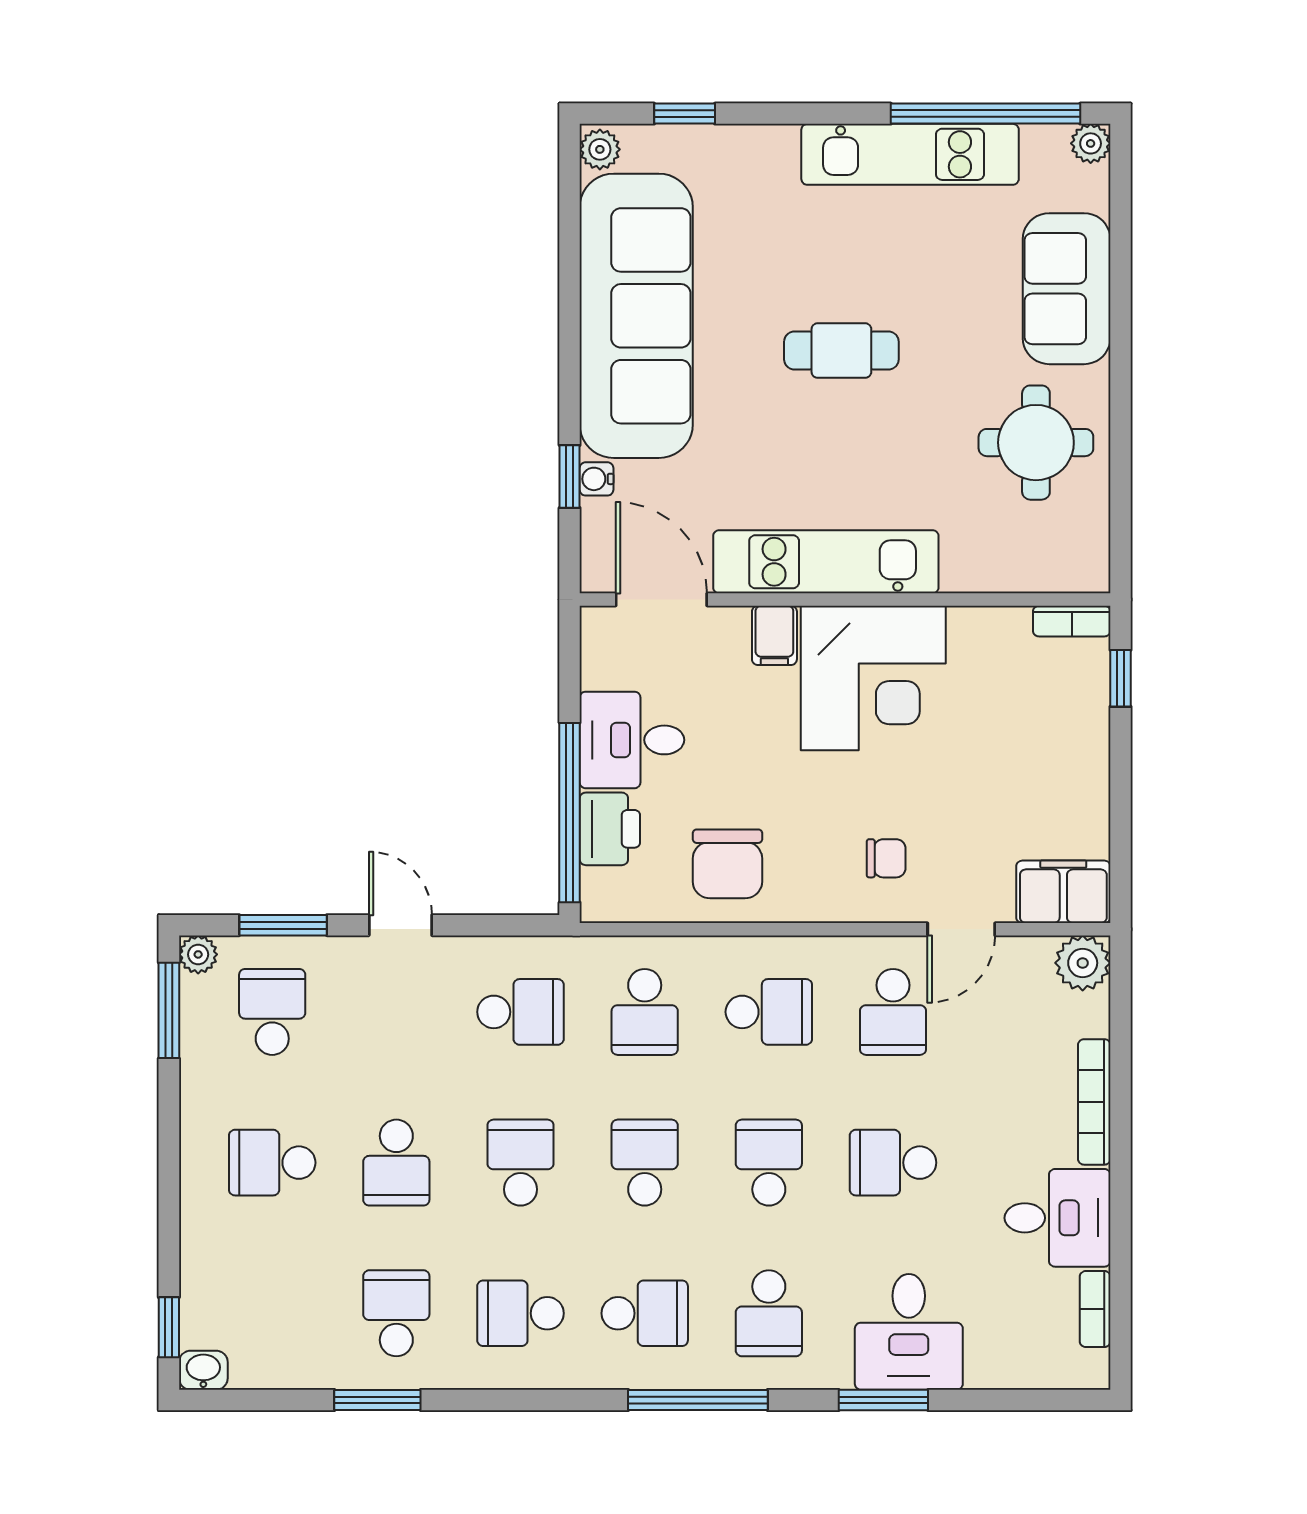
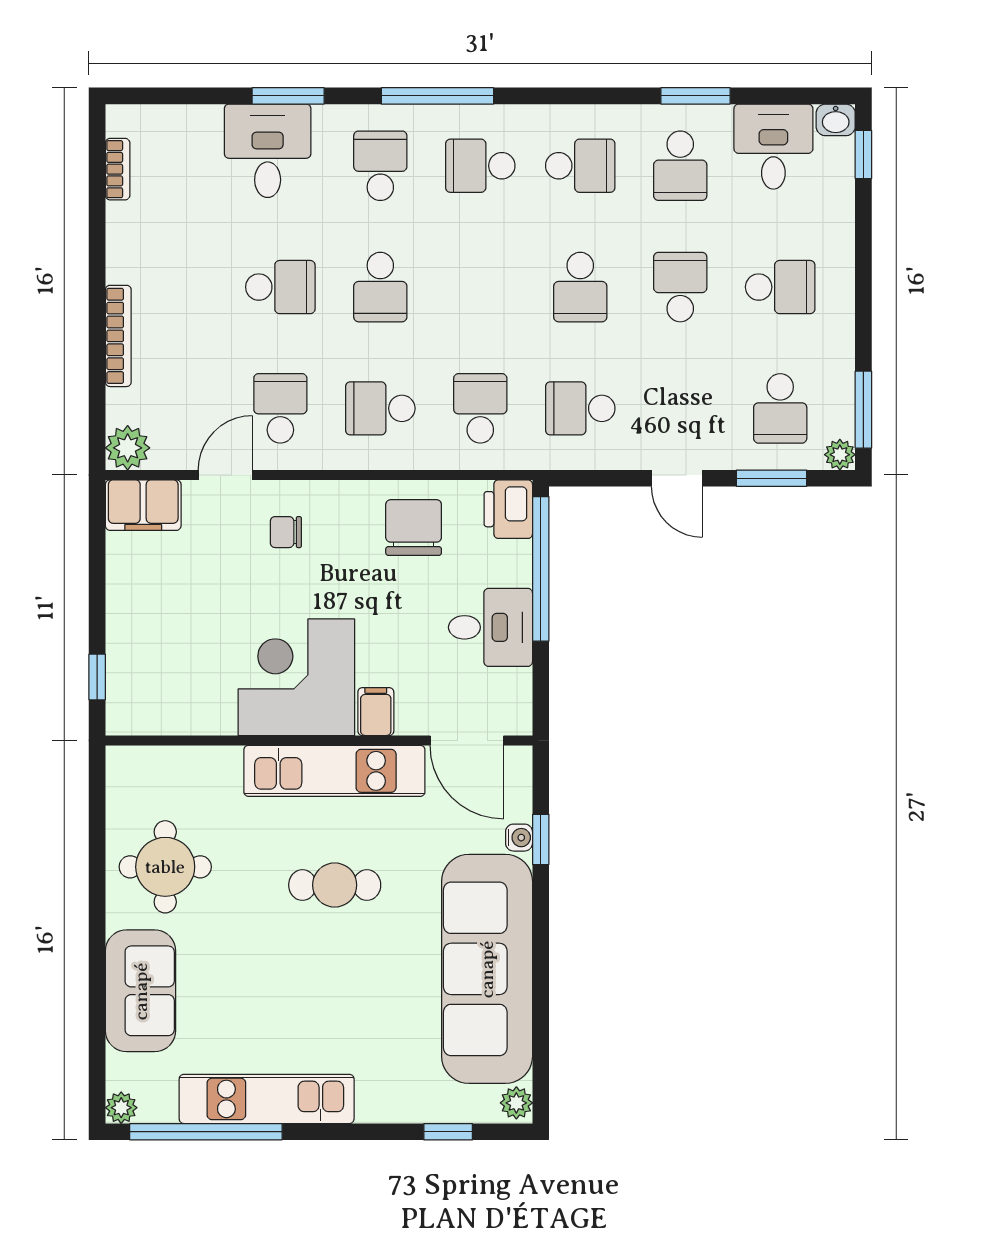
cafe table: (841, 351) -> (335, 885), moved
bookcase: (1072, 621) -> (136, 723), removed
printer: (610, 829) -> (508, 509), moved
school desk: (645, 1163) -> (480, 287), removed
desk: (1058, 1218) -> (773, 147), moved, turned 90

